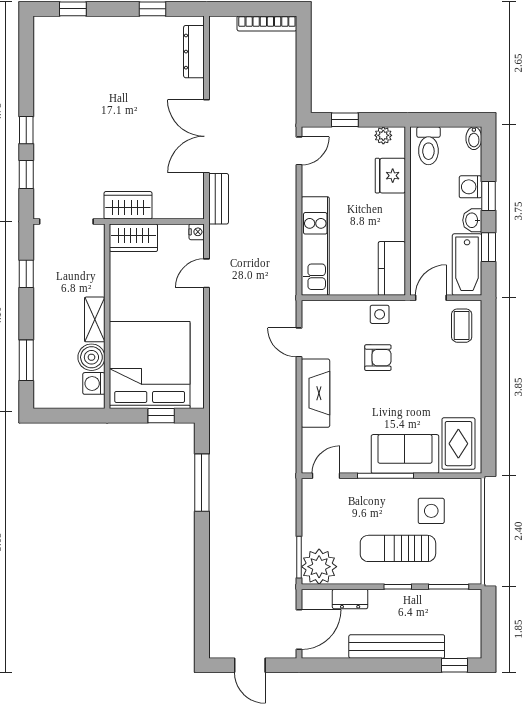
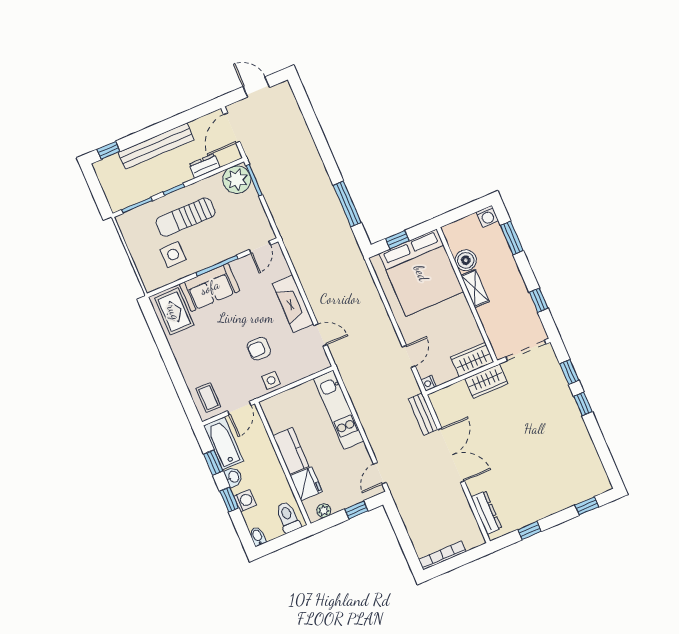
kitchen counter: (392, 268) -> (291, 451), moved
washing machine: (94, 383) -> (487, 216), moved, turned 90
sun lounger: (398, 548) -> (185, 217), turned 180

